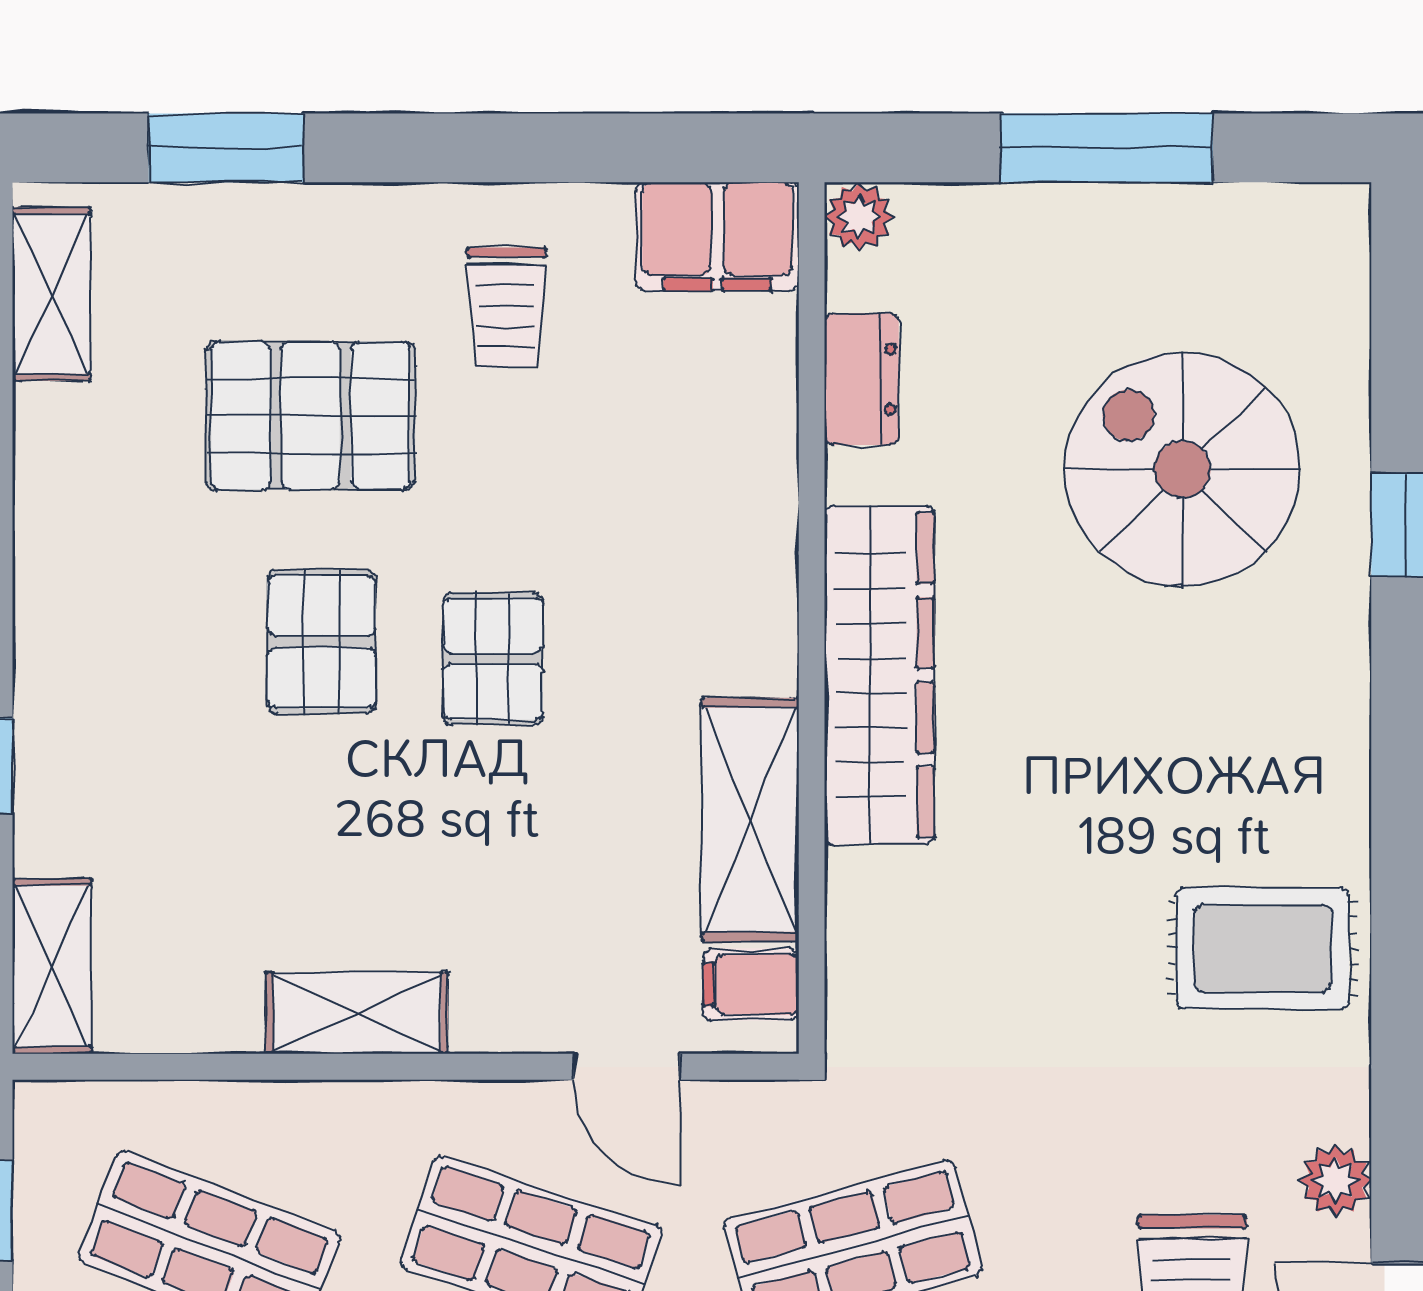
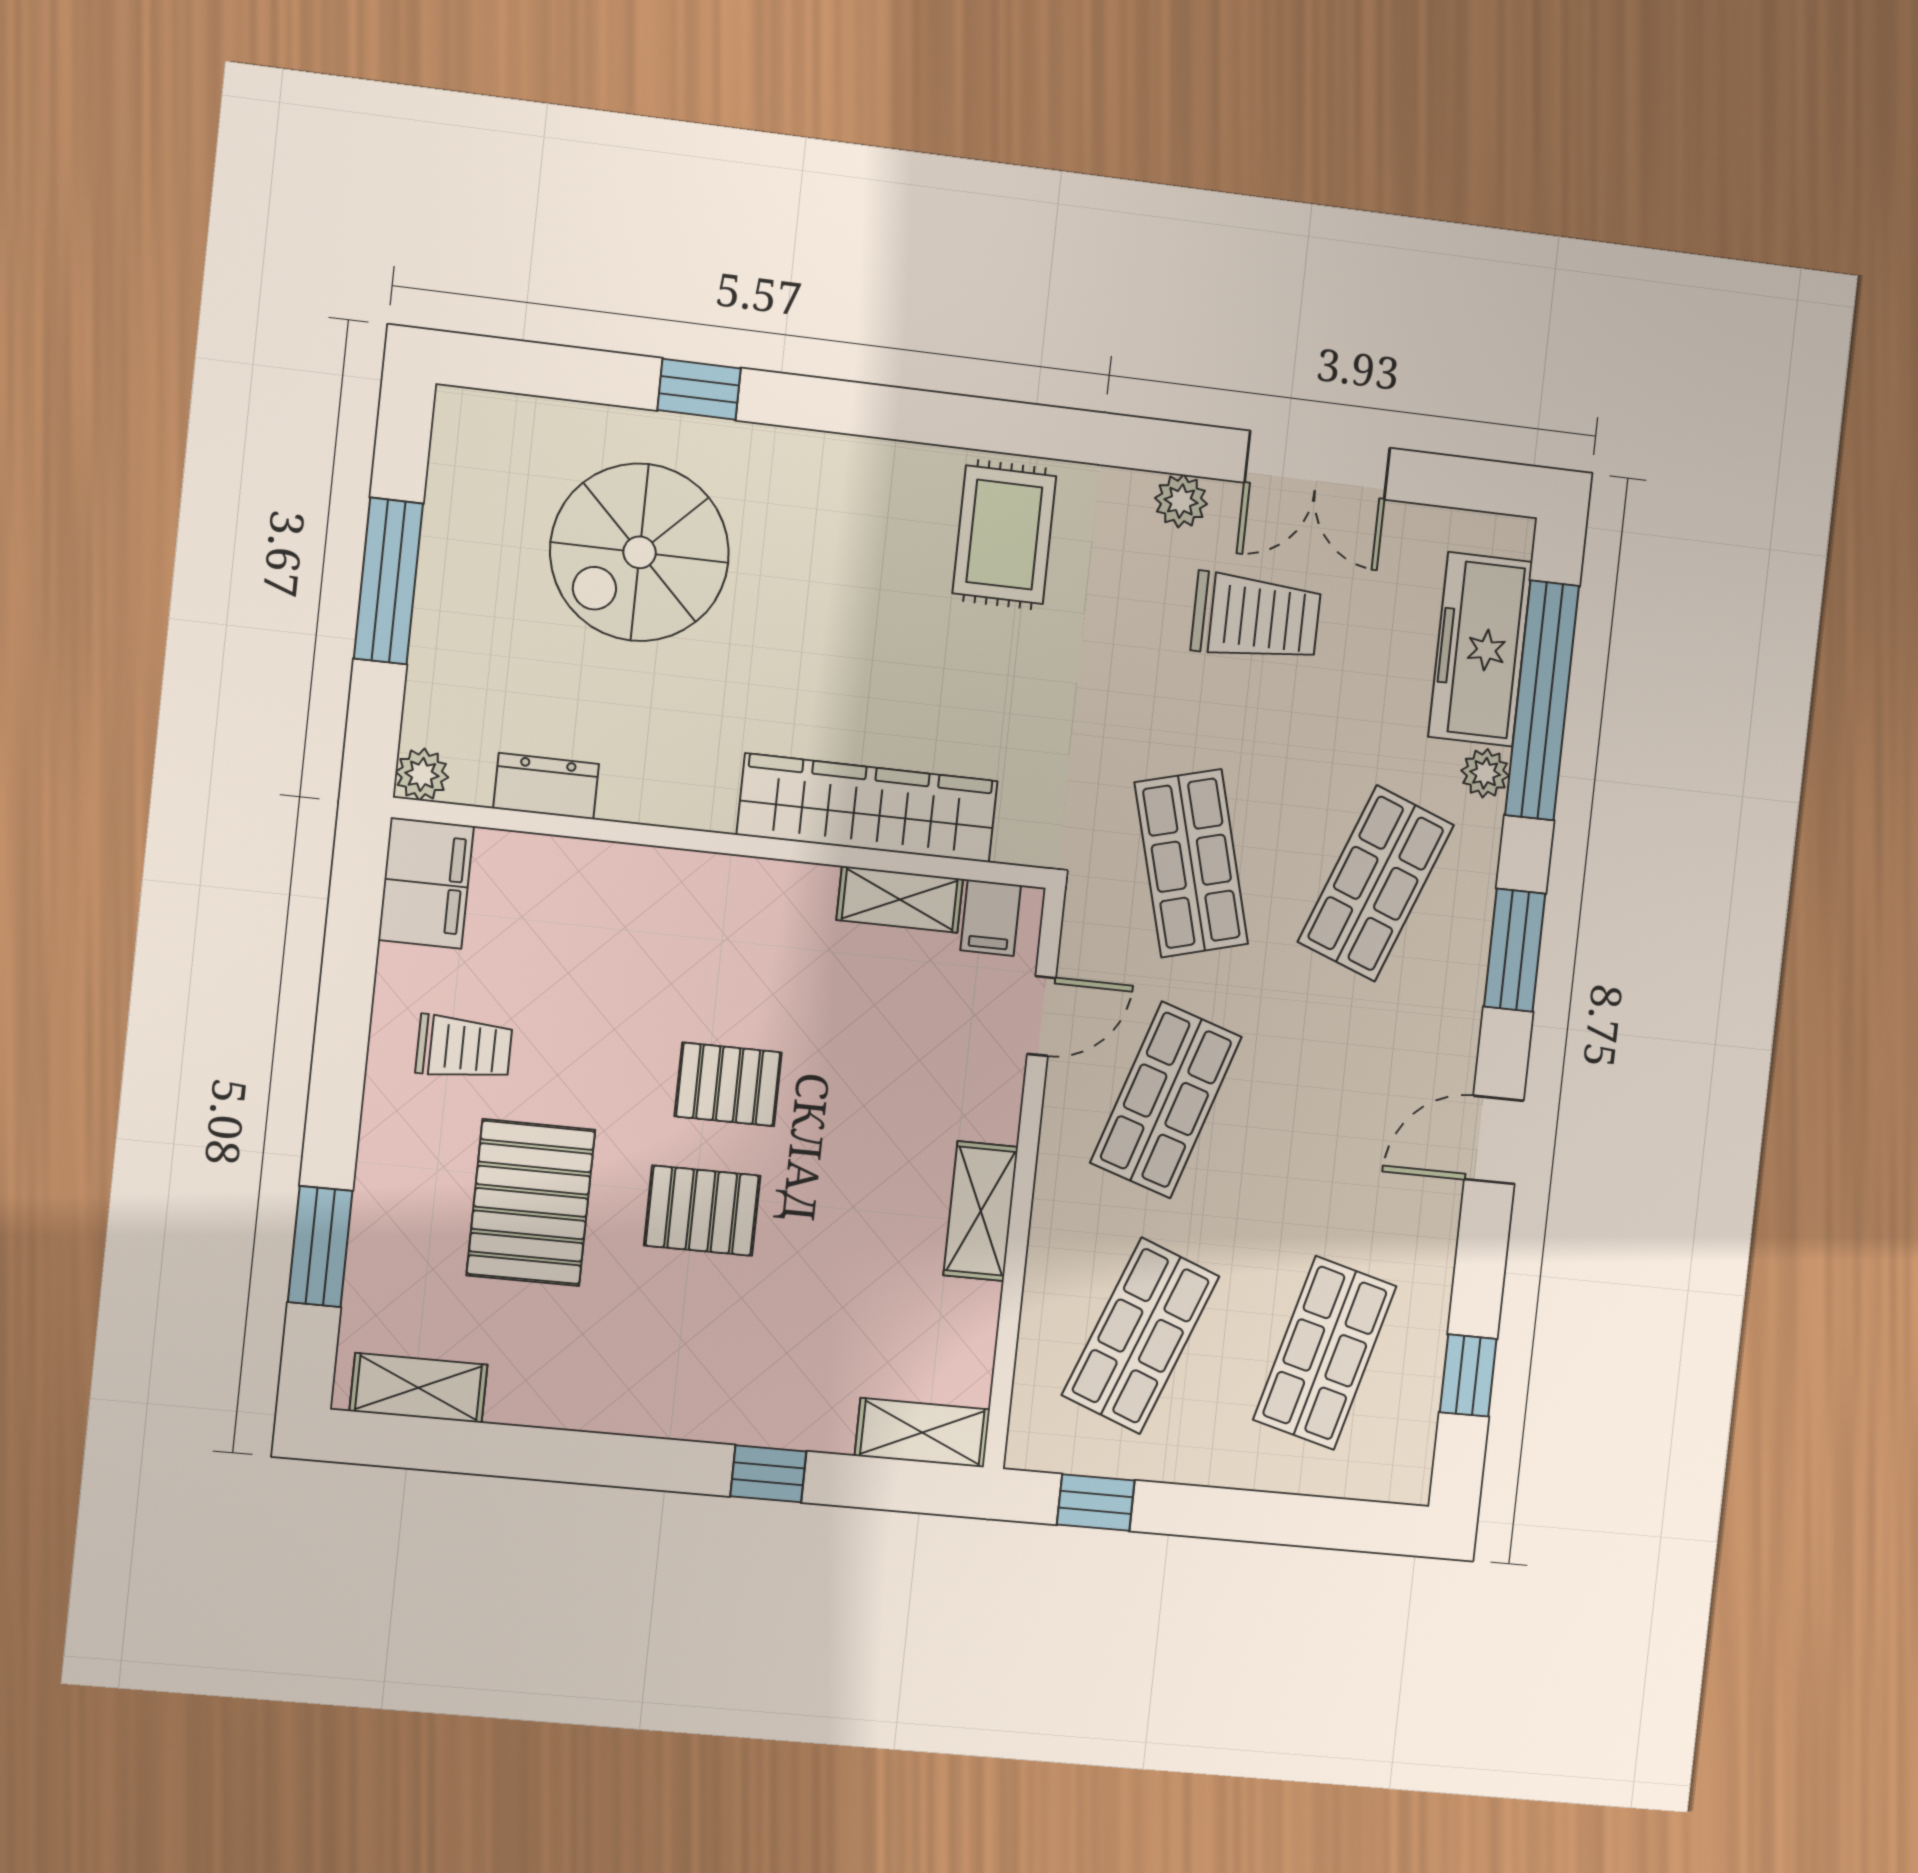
wardrobe: (879, 675) -> (867, 808), moved
shelving: (750, 820) -> (900, 899), width x0.67, depth x0.75

